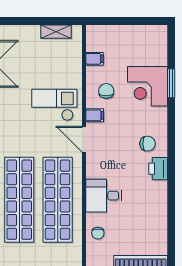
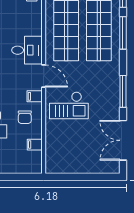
shelving: (56, 32) -> (68, 168), removed
desk: (104, 196) -> (27, 50), moved

